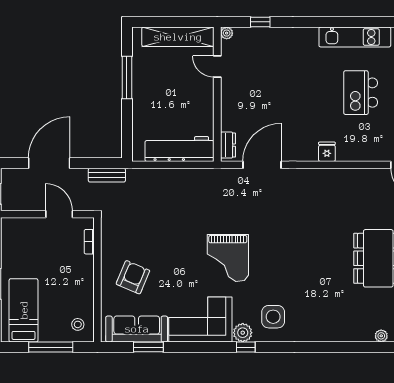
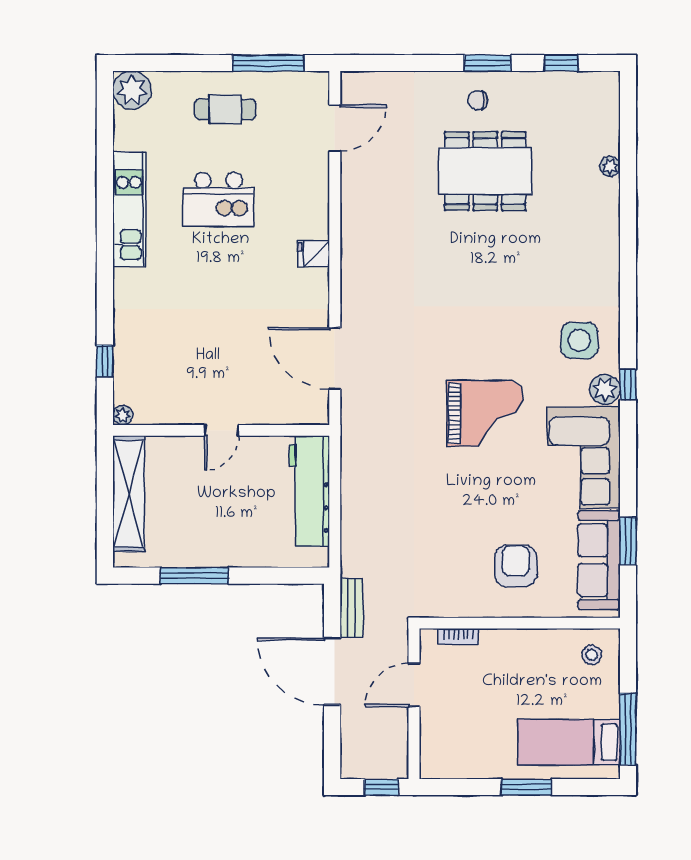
door: (217, 66) -> (222, 430), moved
dresser: (228, 145) -> (303, 413), removed
door: (49, 163) -> (332, 671), moved
armchair: (133, 277) -> (516, 566), turned 67
window: (51, 347) -> (628, 729), moved

